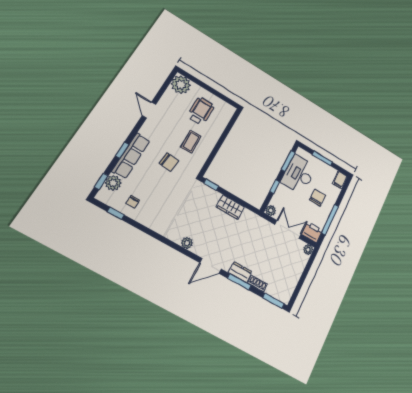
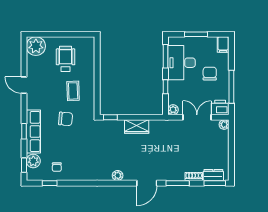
dresser: (240, 272) -> (213, 175), moved

